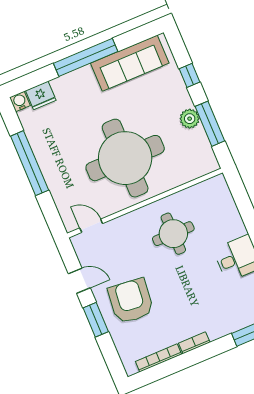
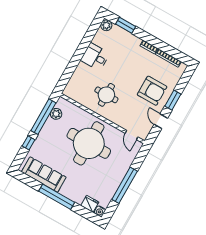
plant: (190, 119) -> (56, 114), moved
window: (210, 124) -> (43, 117), width x1.46
armchair: (131, 301) -> (152, 91), turned -96

